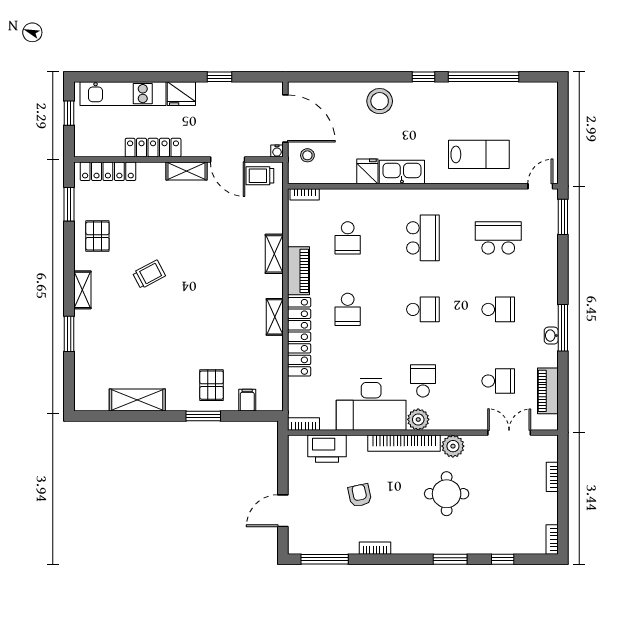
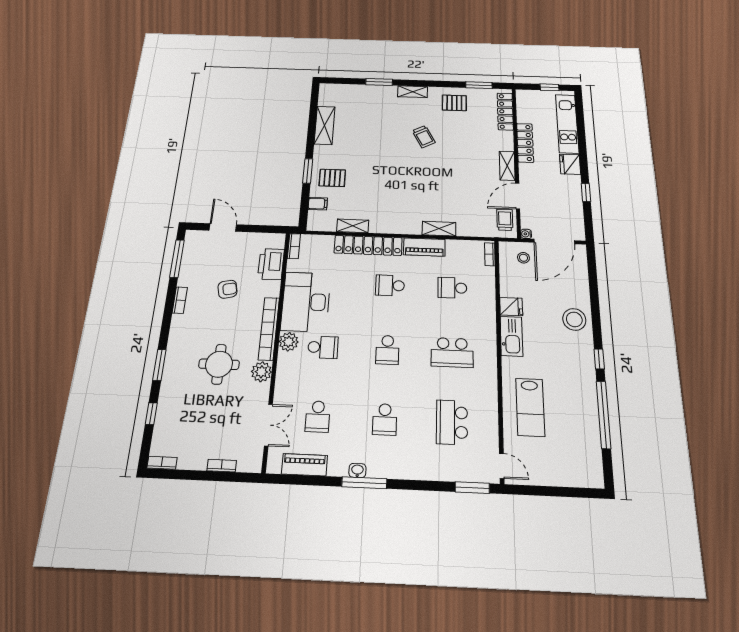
school desk: (498, 238) -> (452, 422), turned 180
shelving: (275, 317) -> (353, 226), moved

